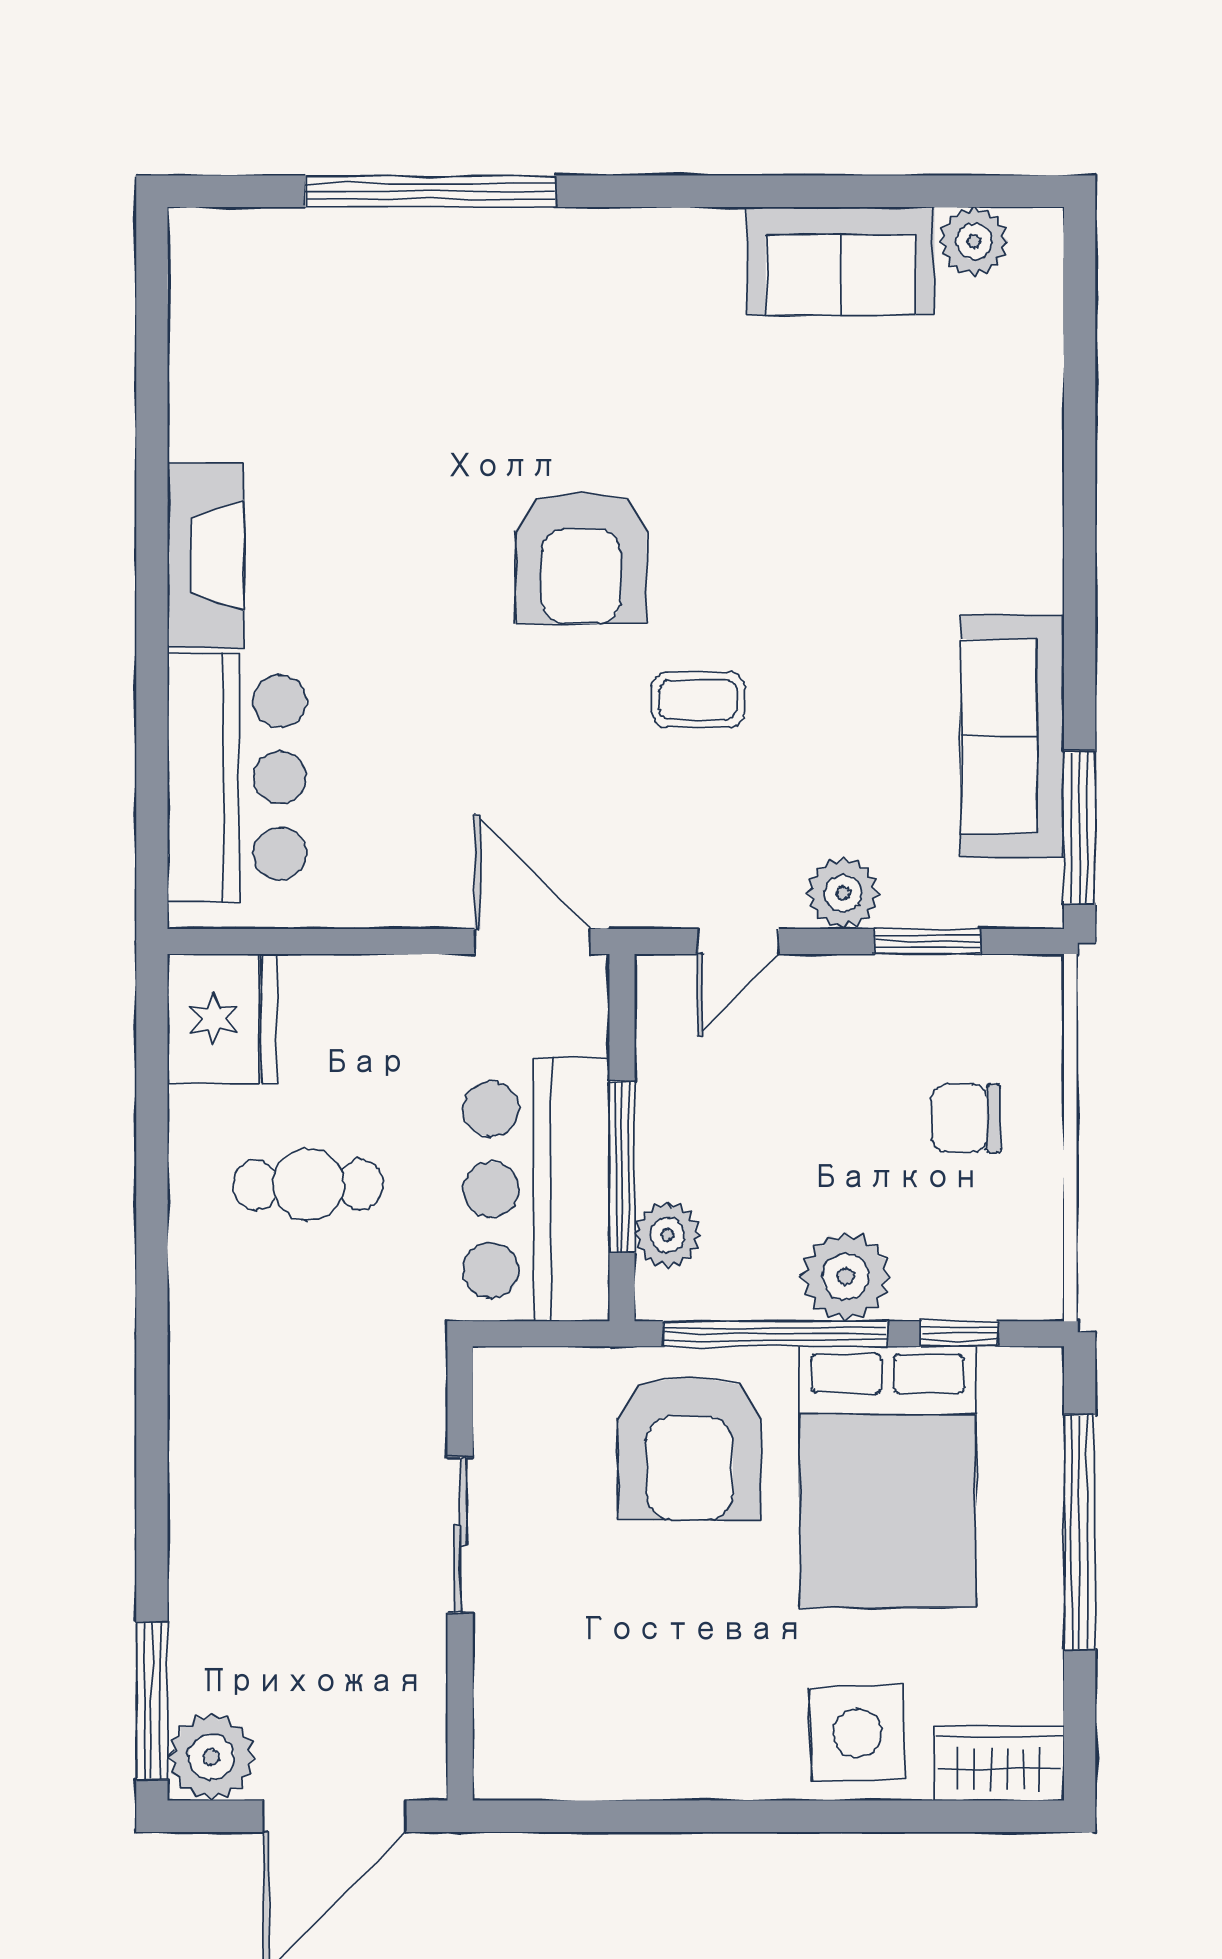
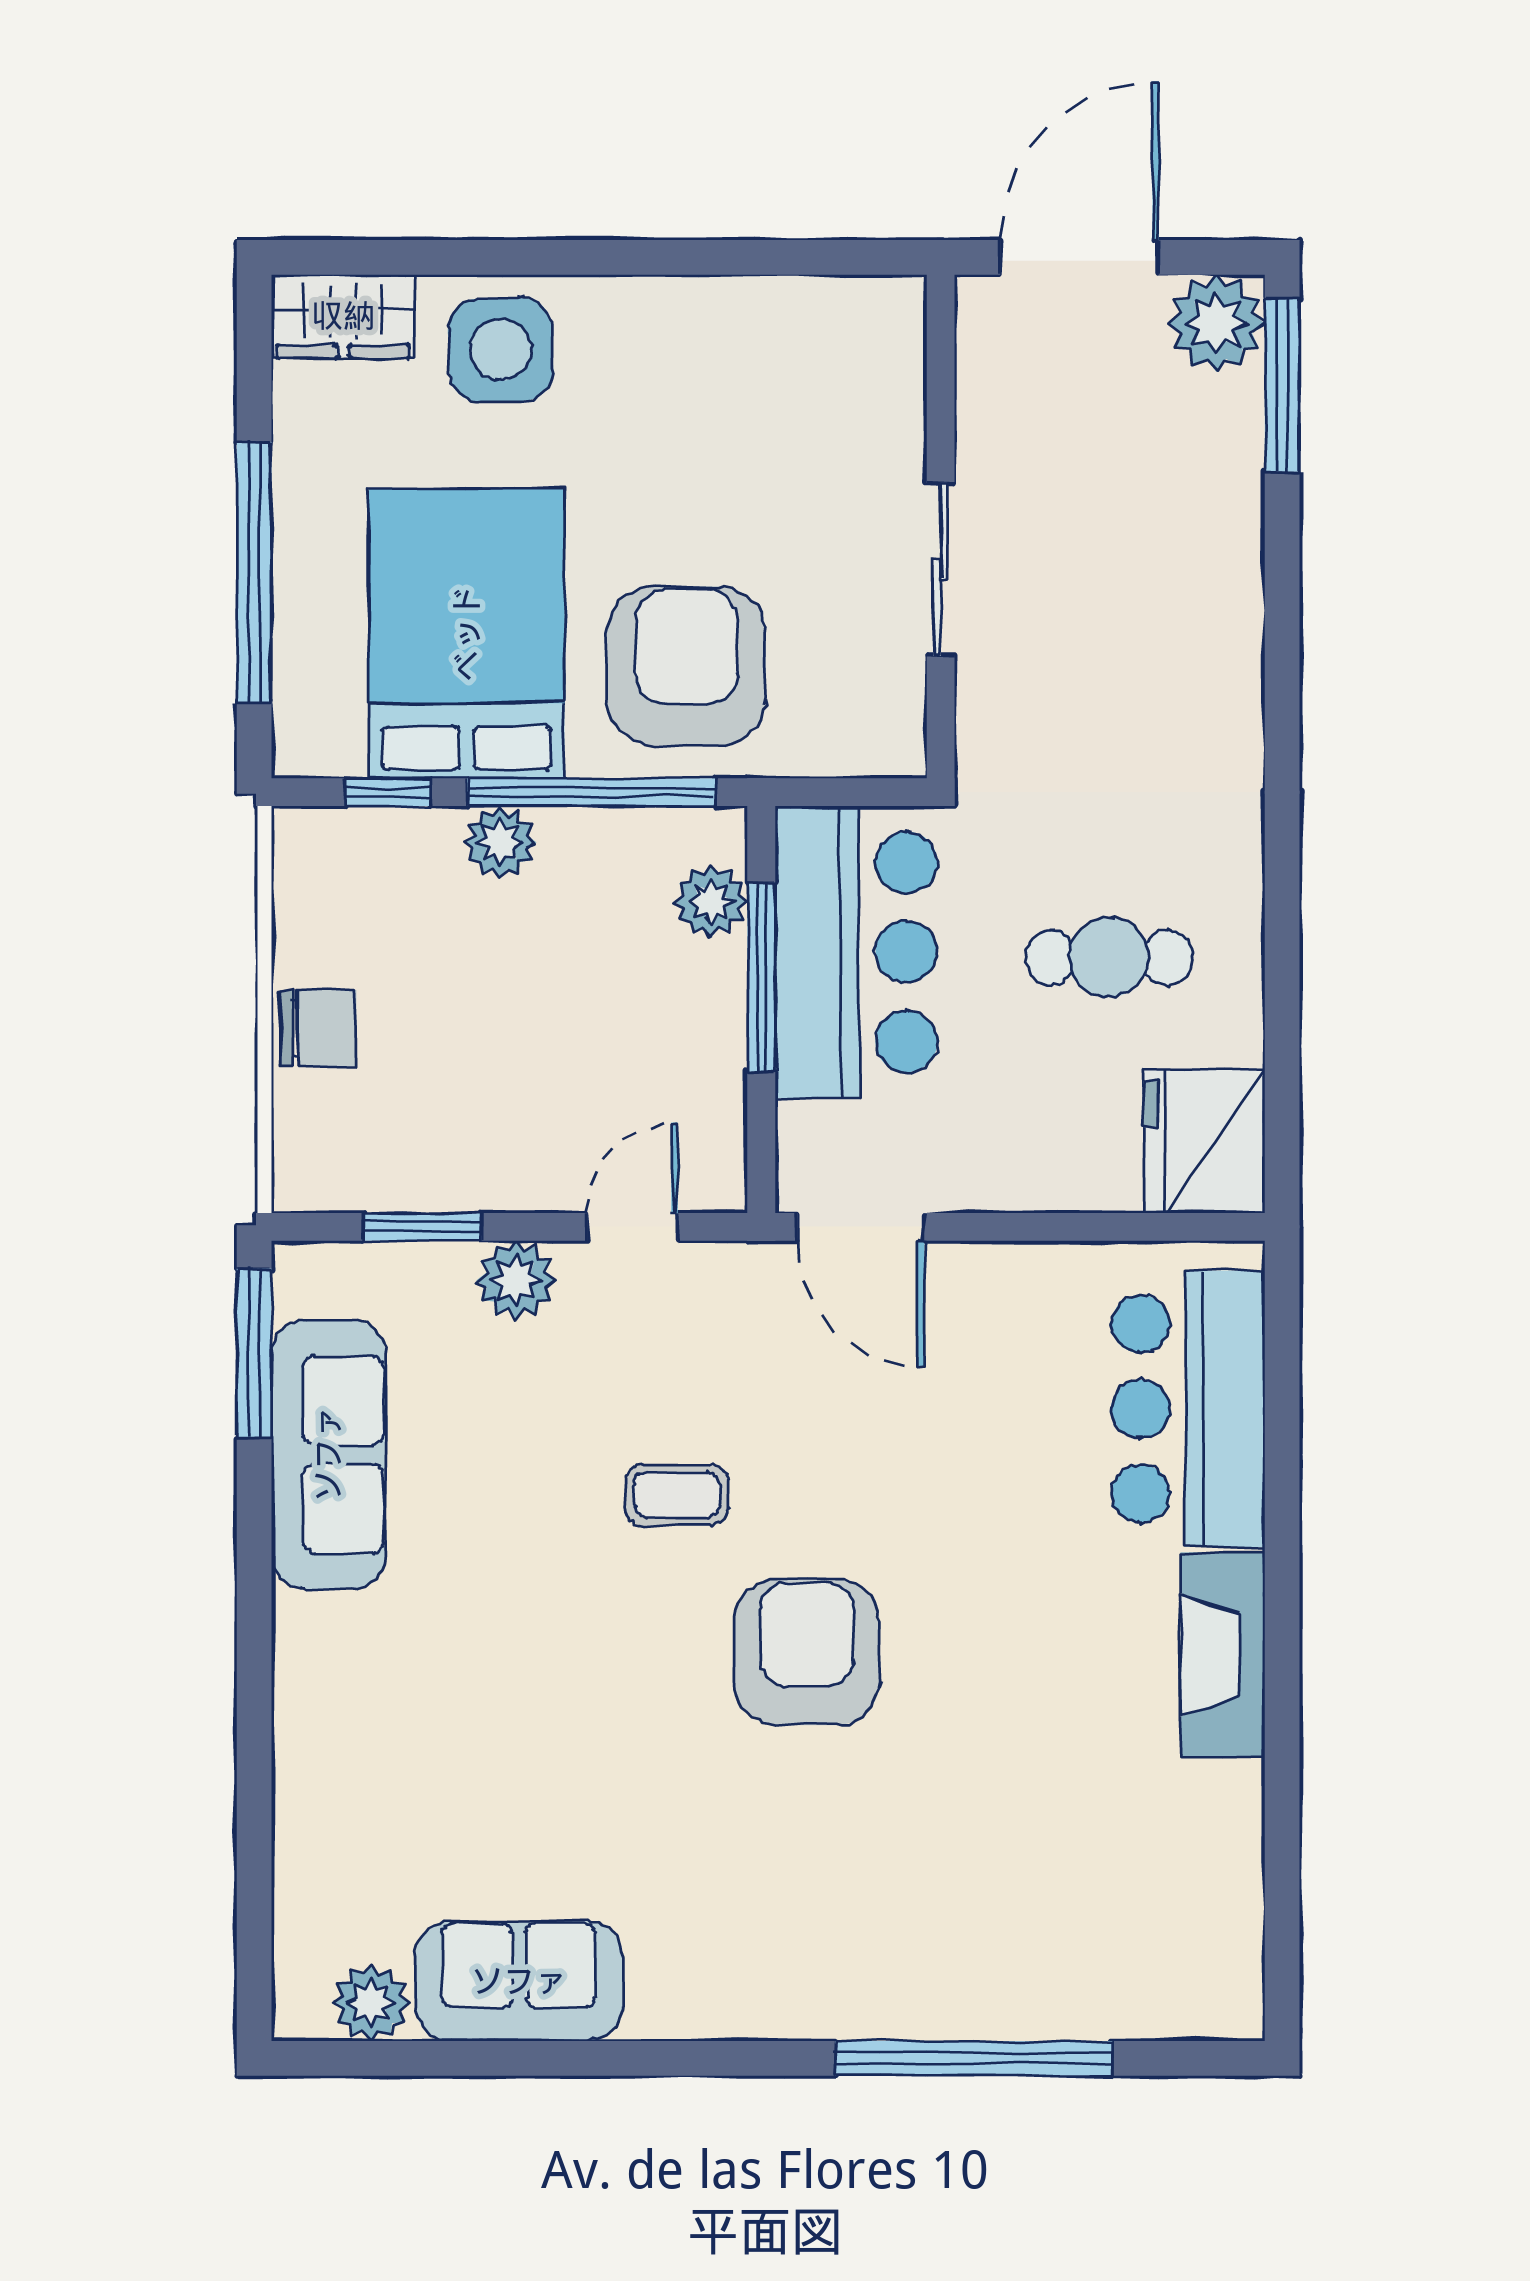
chair: (966, 1118) -> (318, 1028), moved
plant: (846, 1277) -> (500, 842), width x0.73, depth x0.73

